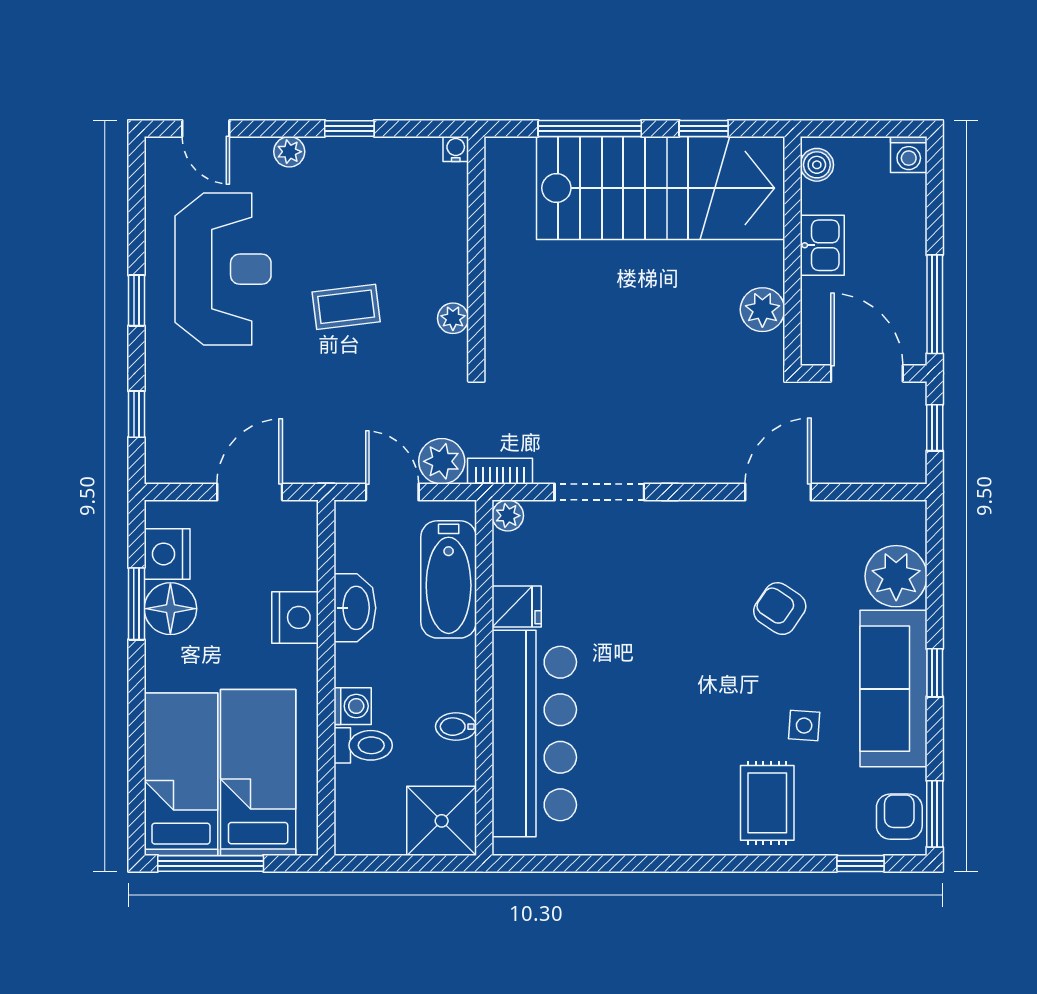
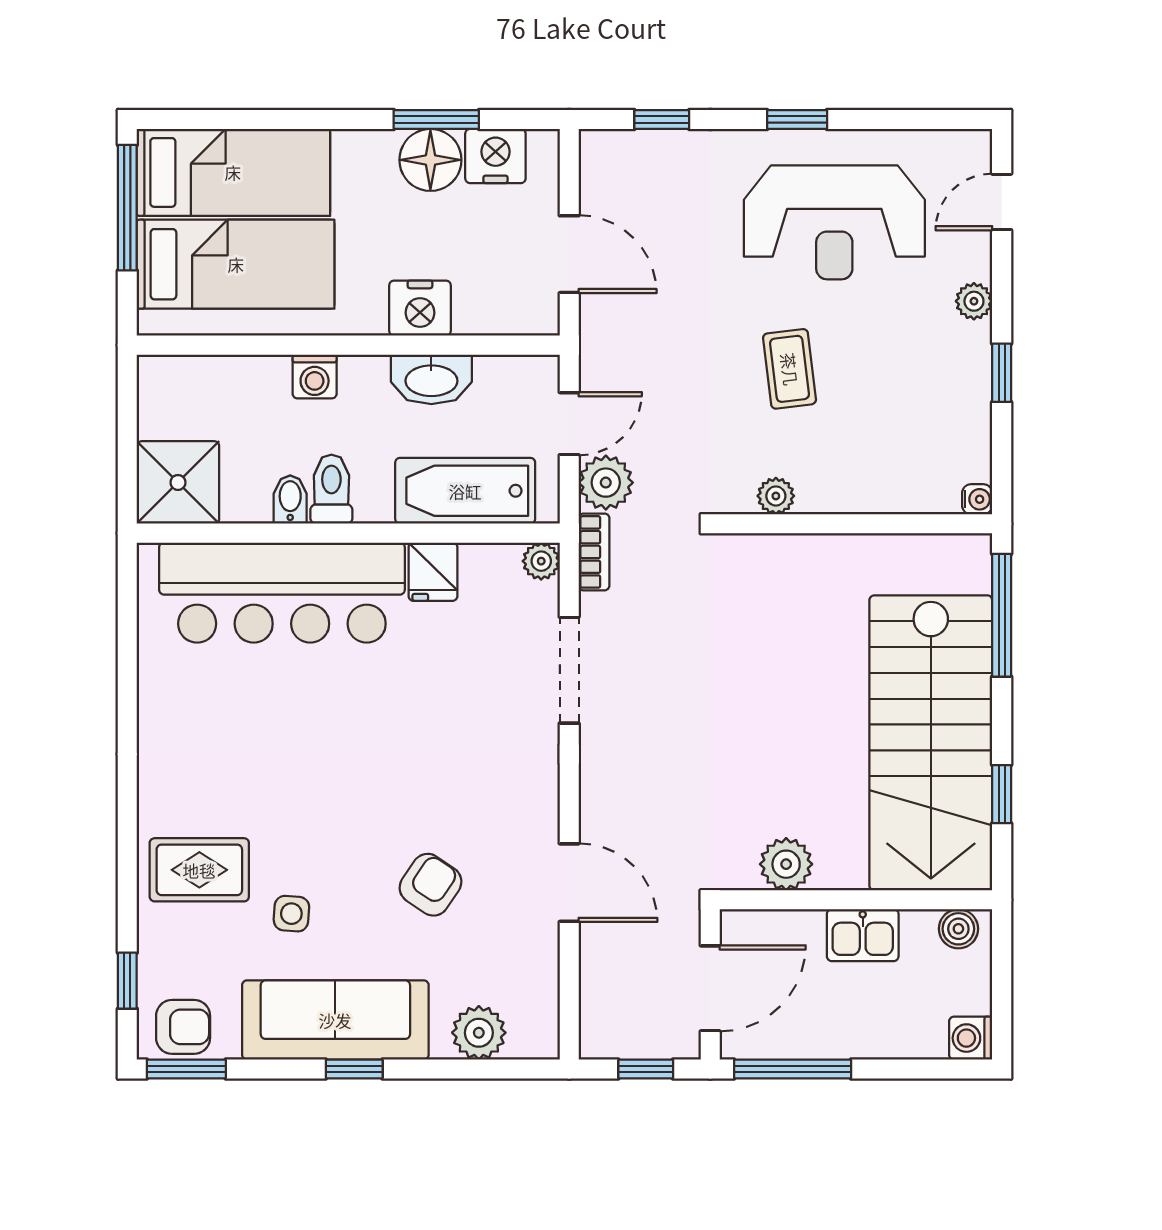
window: (590, 128) -> (1002, 615), moved
plant: (896, 576) -> (479, 1033), width x0.73, depth x0.73
toilet: (363, 745) -> (331, 489), moved, turned 180

